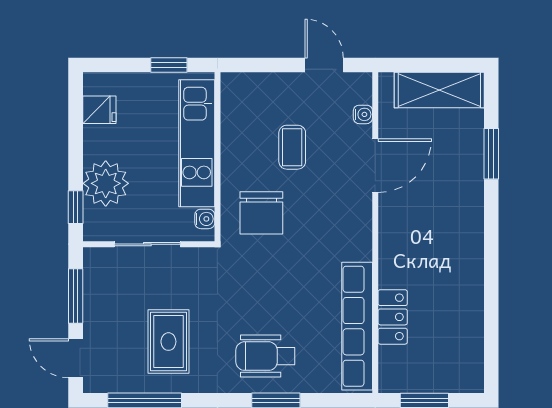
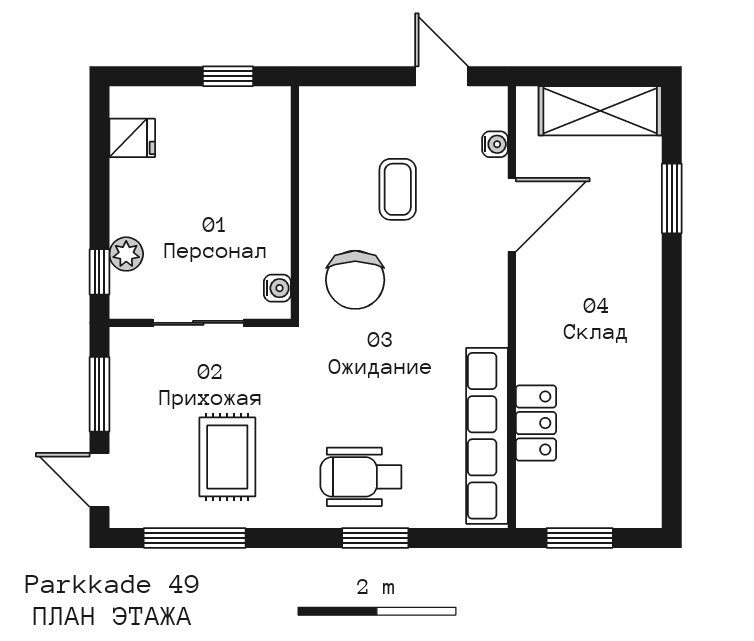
kitchen unit: (197, 143) -> (266, 184), removed
plant: (106, 183) -> (126, 254), width x0.53, depth x0.53

